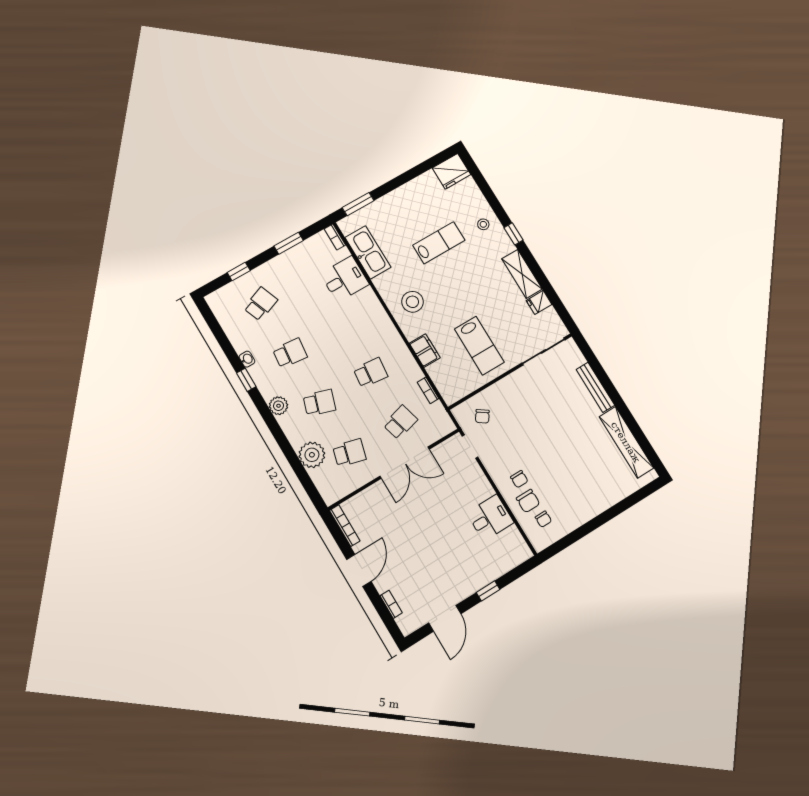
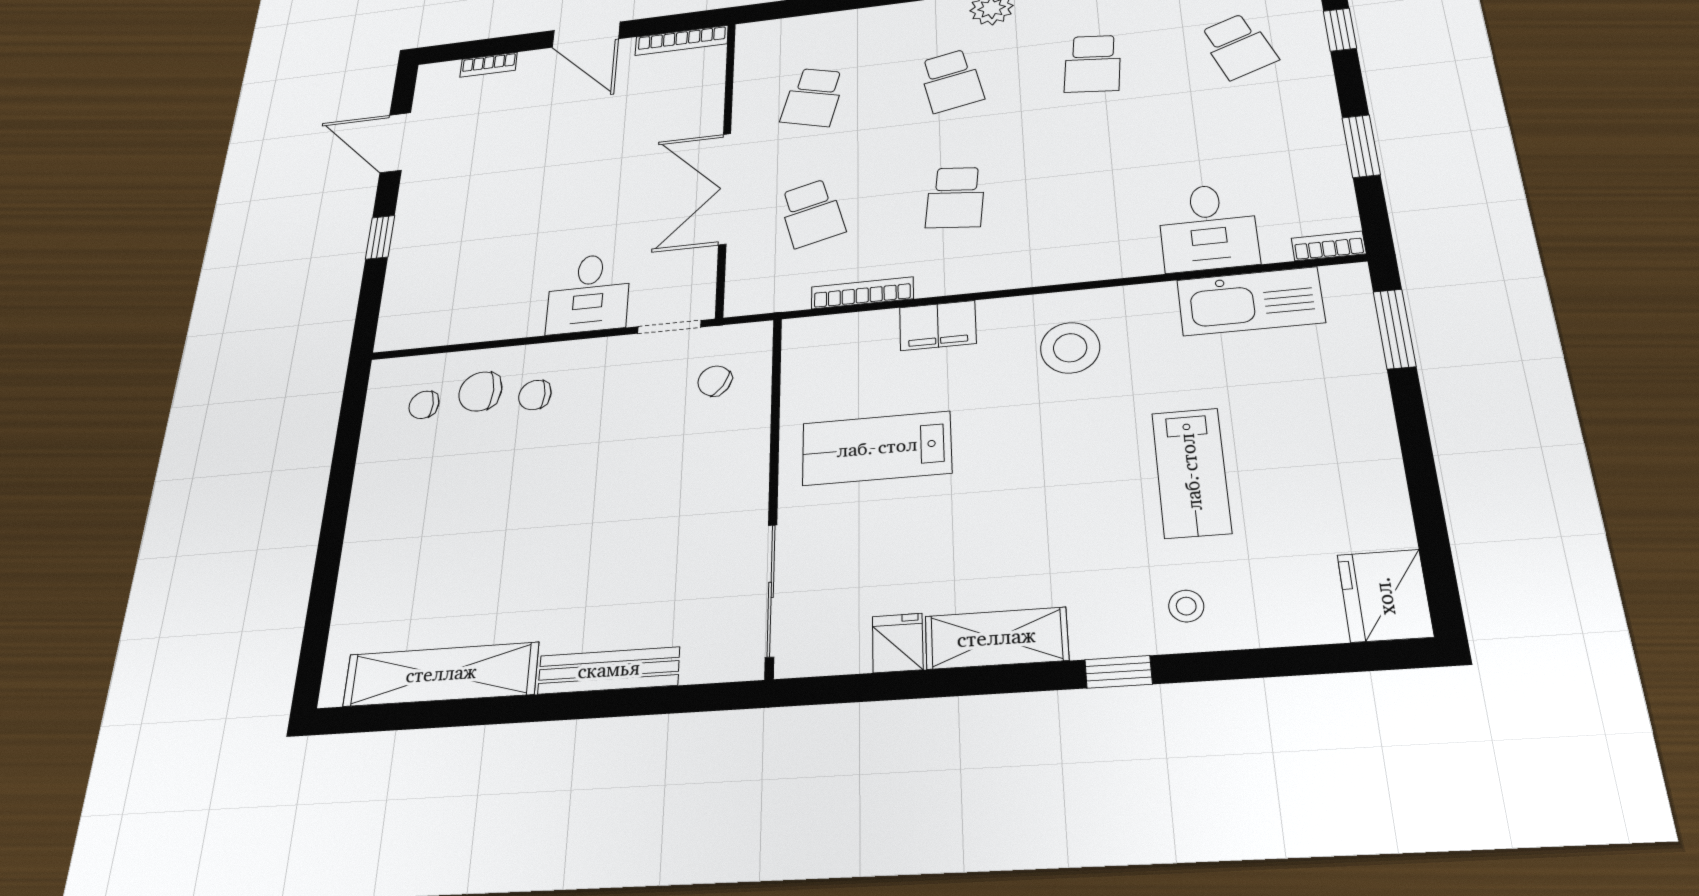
bookcase: (428, 390) -> (862, 293), width x1.56
school desk: (319, 403) -> (951, 81), turned -30
plant: (312, 455) -> (854, 32), removed
desk: (490, 518) -> (588, 293), moved

